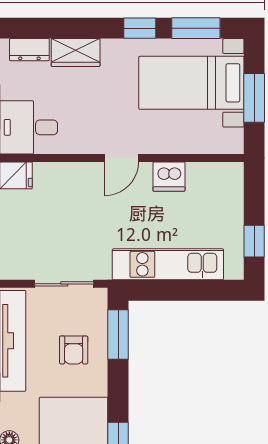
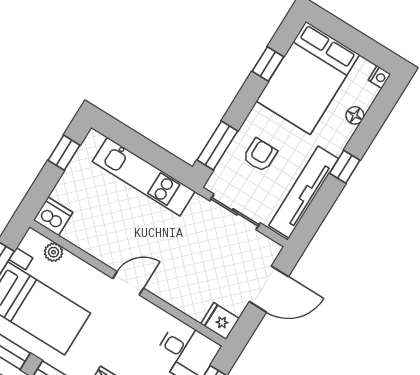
plant: (207, 144) -> (53, 252), added
dishwasher: (169, 177) -> (53, 216), moved

